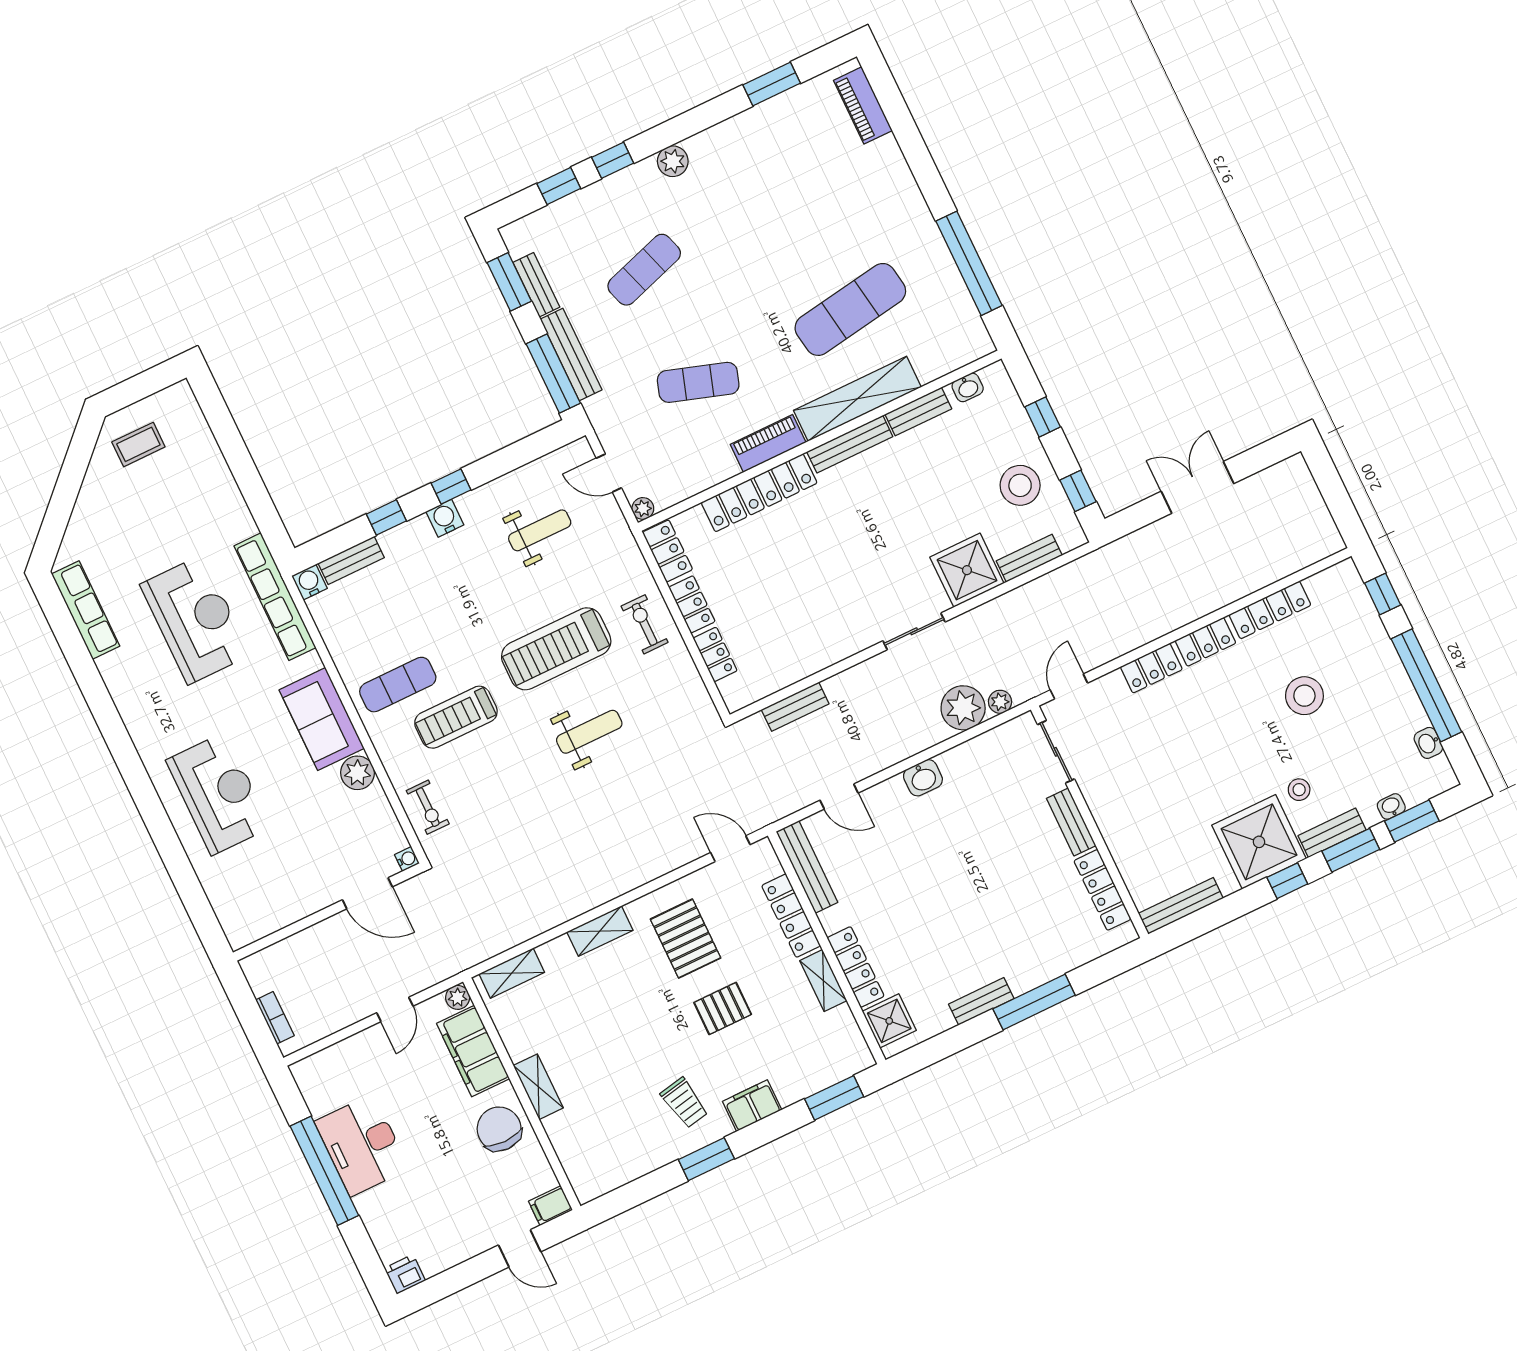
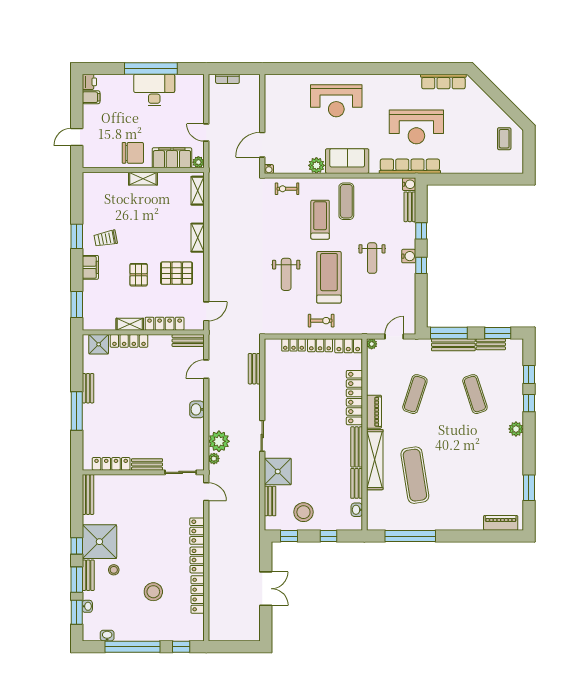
weight bench: (540, 530) -> (372, 258), moved
bench: (807, 867) -> (188, 341), width x0.73
filing cabinet: (551, 1206) -> (91, 97), moved, turned 90

